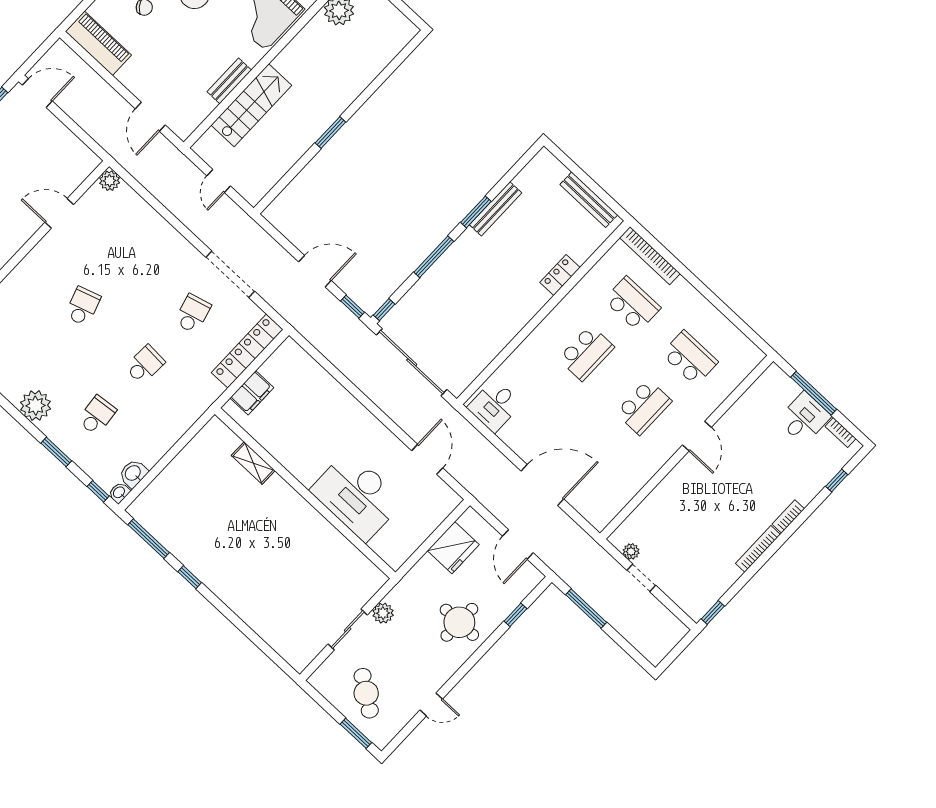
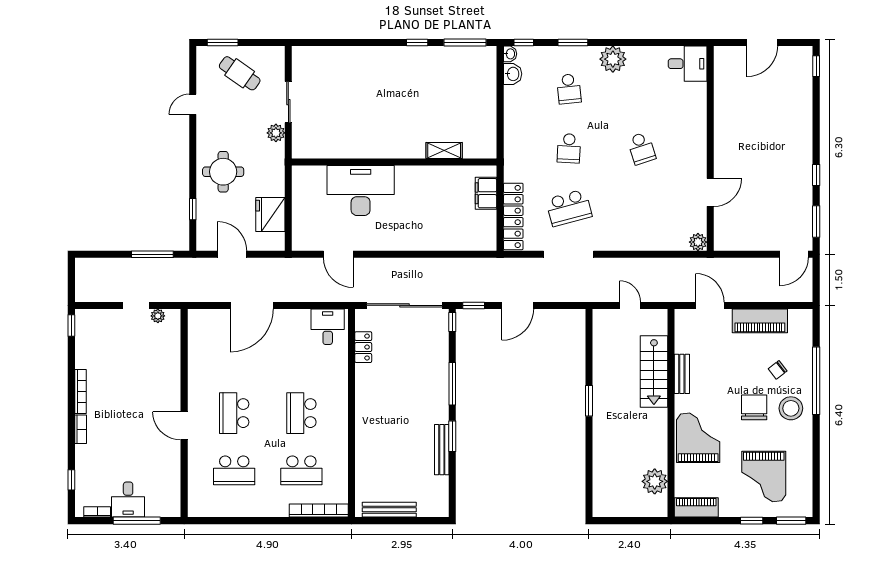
piano: (98, 43) -> (760, 321), moved
locker: (560, 275) -> (363, 347), moved
school desk: (193, 314) -> (569, 208), width x1.85

